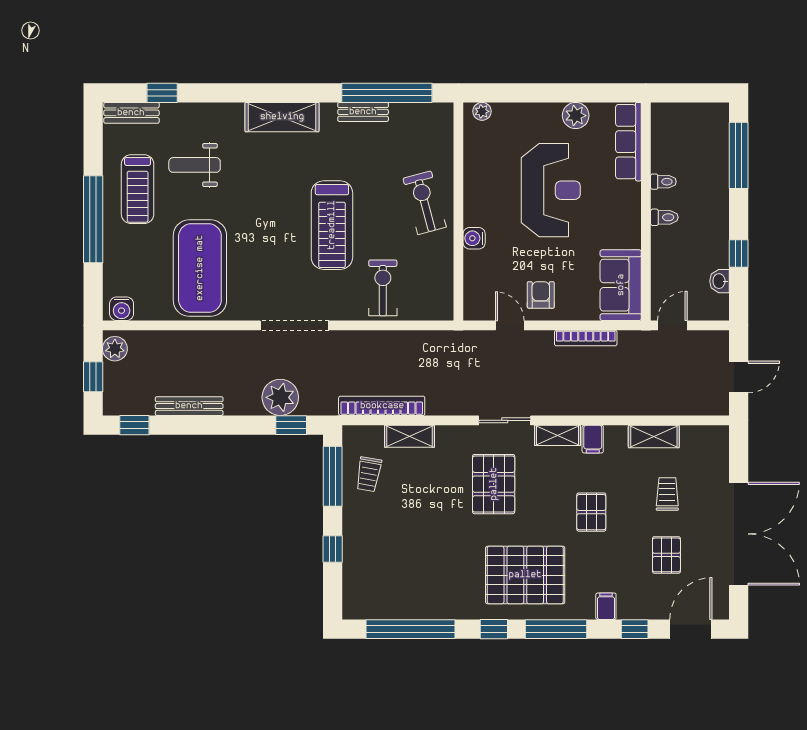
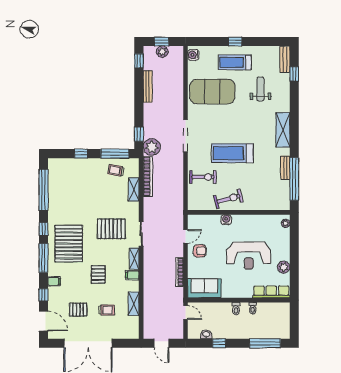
treadmill: (138, 189) -> (235, 62), moved
exercise bike: (425, 203) -> (228, 199), moved
window: (93, 219) -> (235, 42), width x0.32
plant: (115, 349) -> (162, 52), moved
plant: (280, 397) -> (152, 147), moved
pallet: (591, 512) -> (98, 274), turned 90

